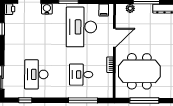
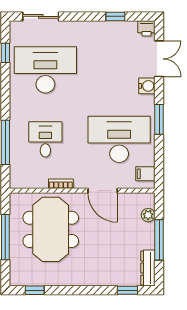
desk: (36, 74) -> (45, 70), width x1.36, depth x1.30

